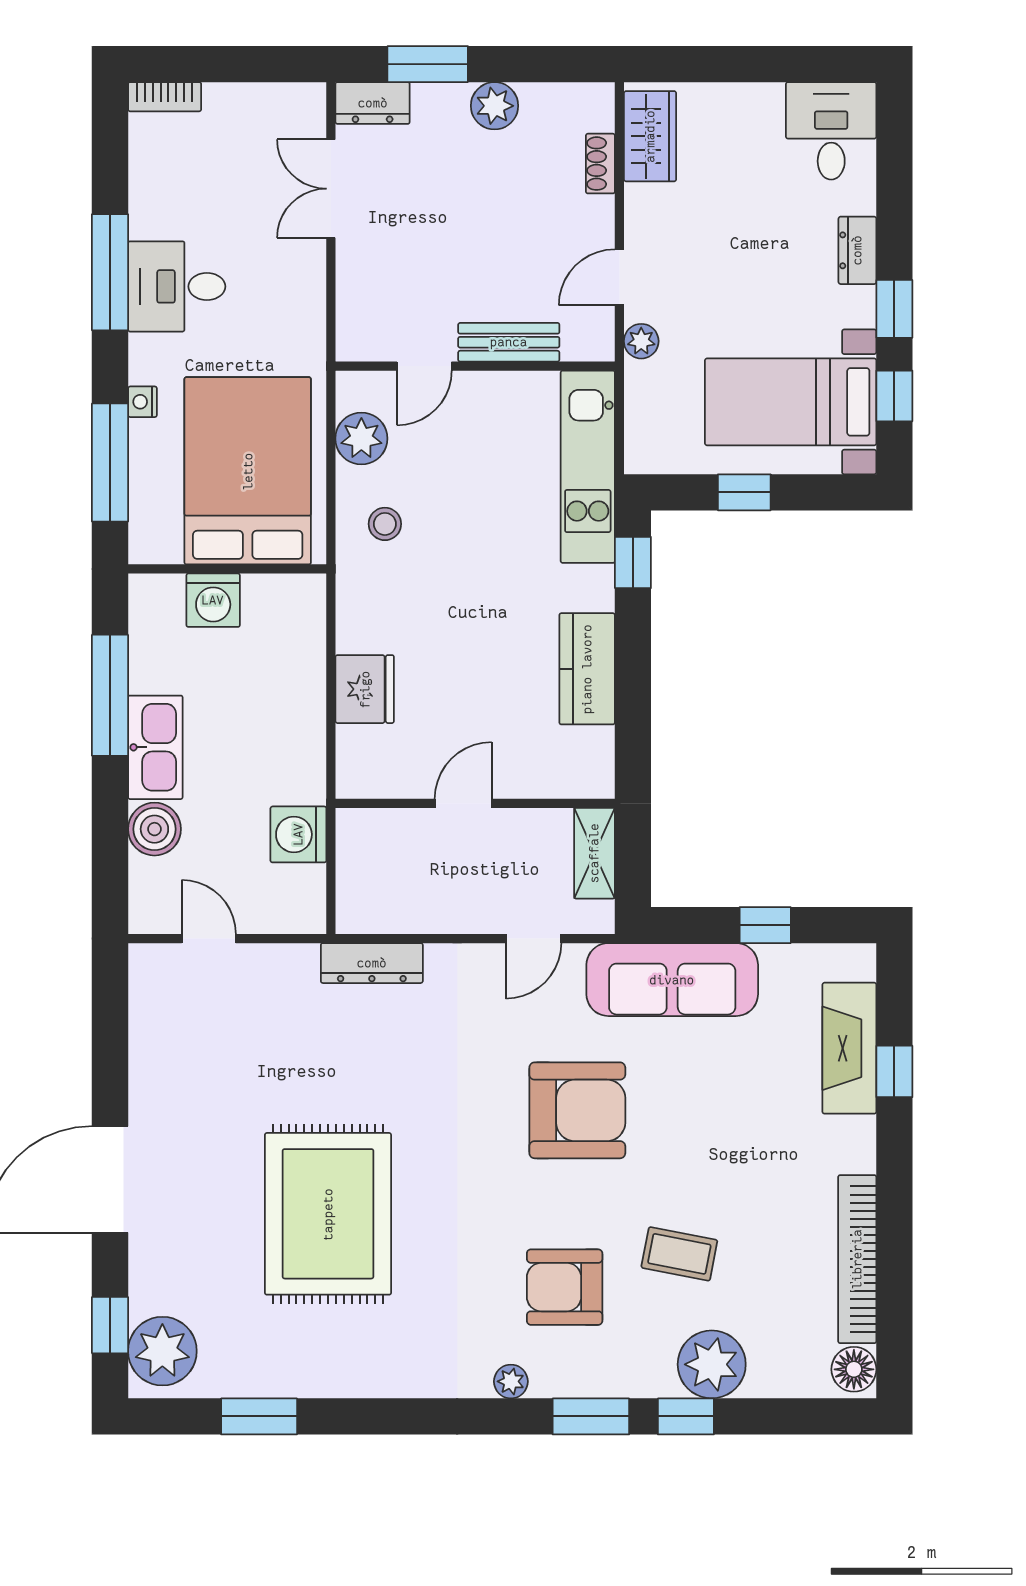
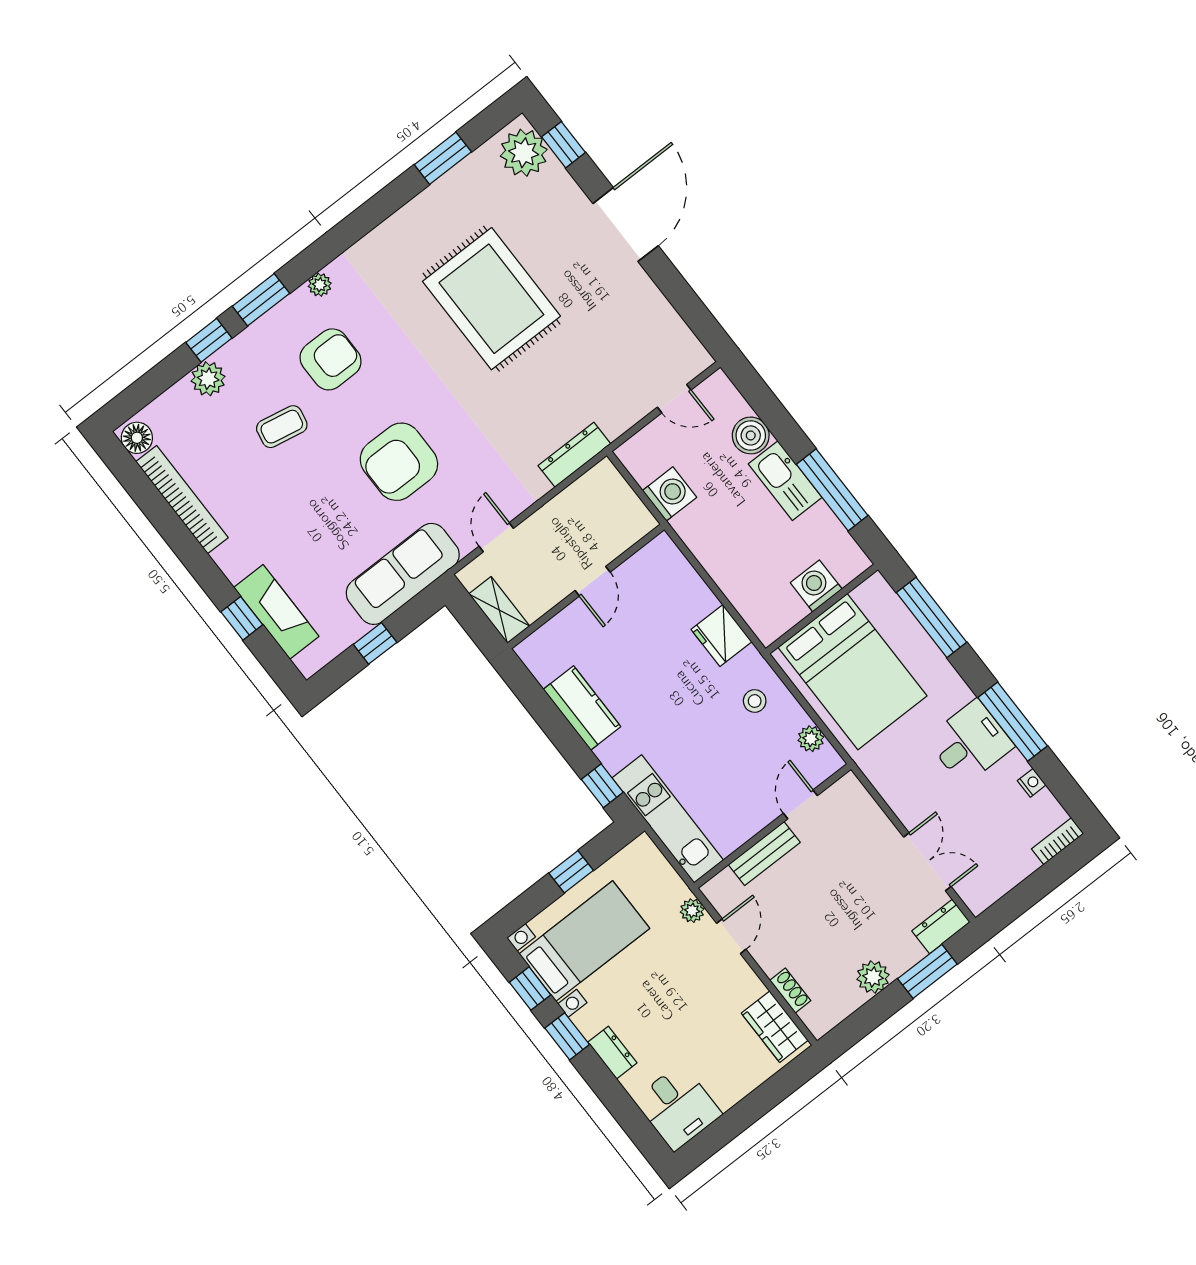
nightstand: (142, 402) -> (1032, 783), moved
plant: (361, 439) -> (811, 739), width x0.73, depth x0.73
fridge: (365, 689) -> (721, 636), moved
plant: (712, 1364) -> (208, 379), width x0.73, depth x0.73

